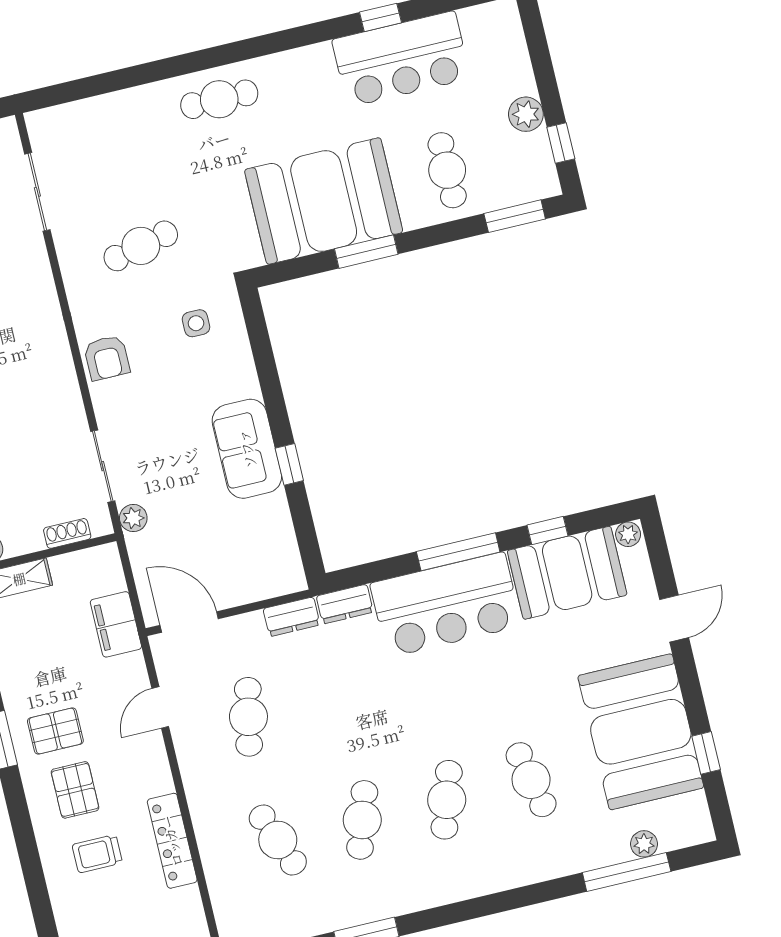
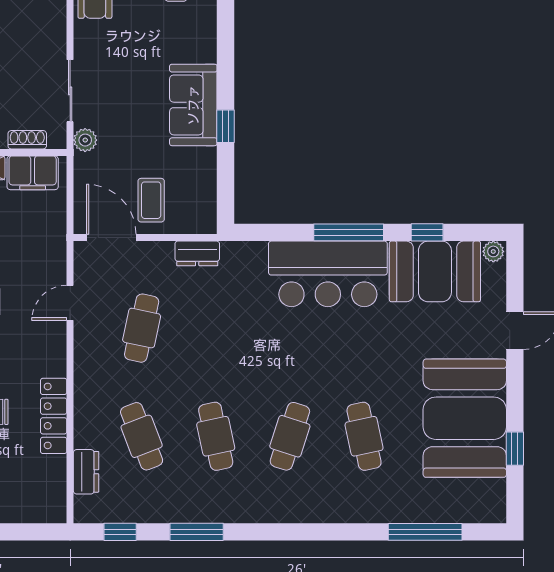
coffee table: (225, 569) -> (151, 200), added
dresser: (345, 604) -> (86, 472), moved, turned -90
filing cabinet: (116, 624) -> (33, 173), moved, turned -90
cafe table: (362, 820) -> (216, 436), turned -30
plant: (644, 844) -> (445, 512), removed

